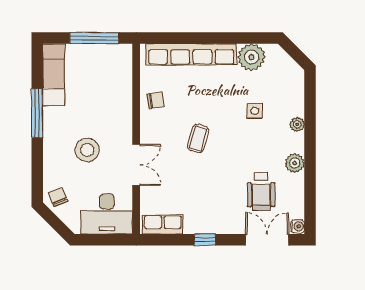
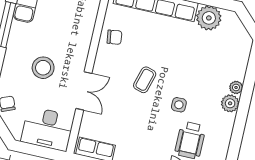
side table: (255, 111) -> (179, 105), moved
plant: (295, 163) -> (230, 103), moved

